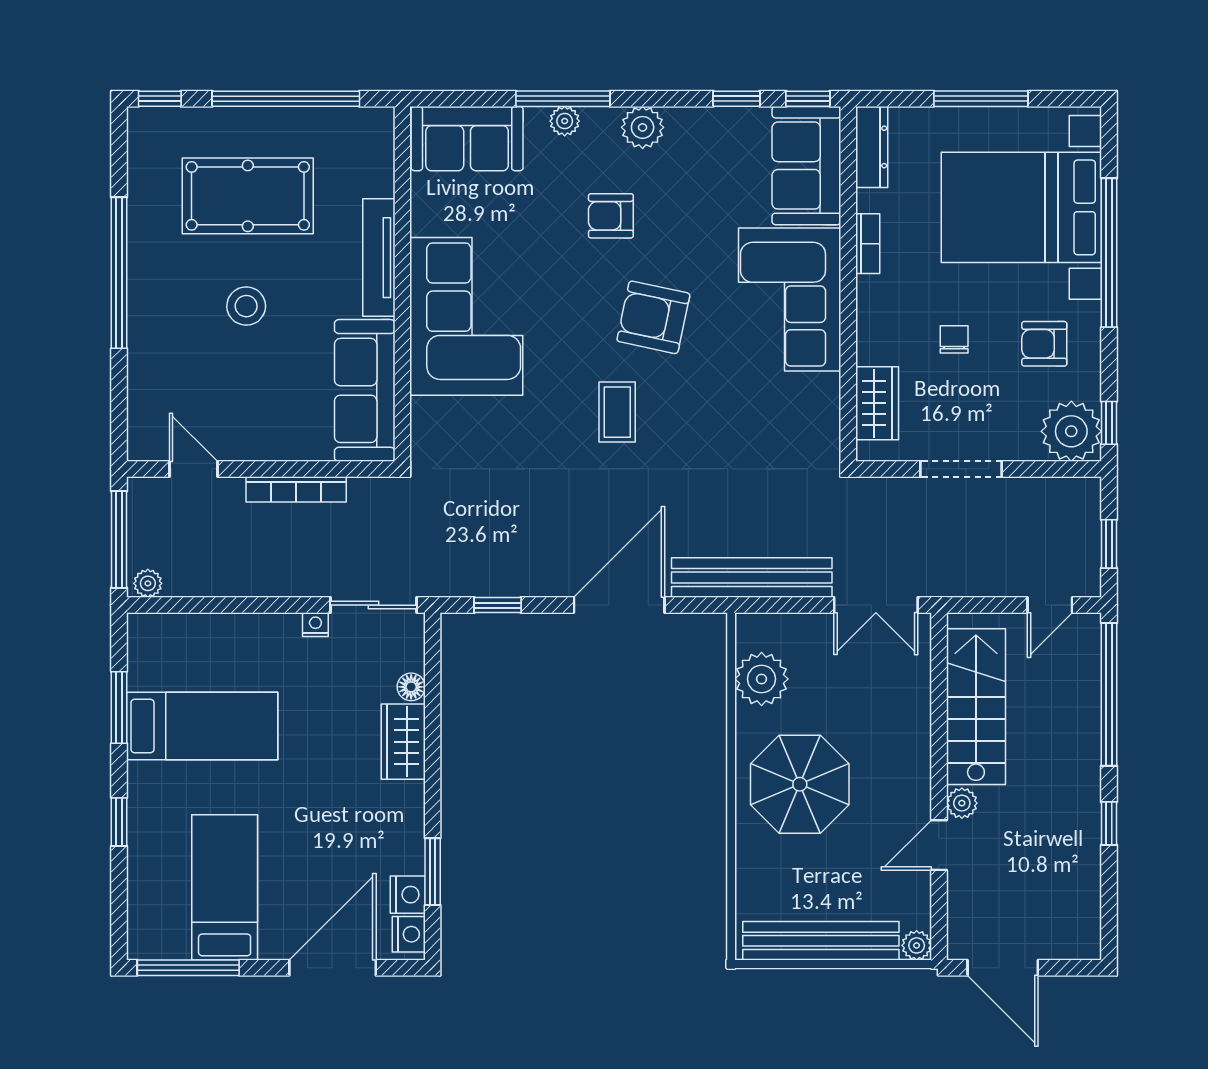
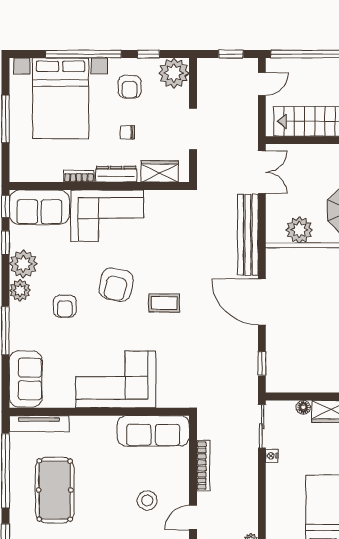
plant: (565, 121) -> (23, 264), moved, width x1.87, depth x1.87
dresser: (872, 147) -> (116, 174), moved
tv unit: (379, 258) -> (39, 424), moved
stool: (246, 306) -> (147, 500), moved
window: (1109, 423) -> (148, 54), moved
door: (1050, 605) -> (262, 84), hinge flipped

